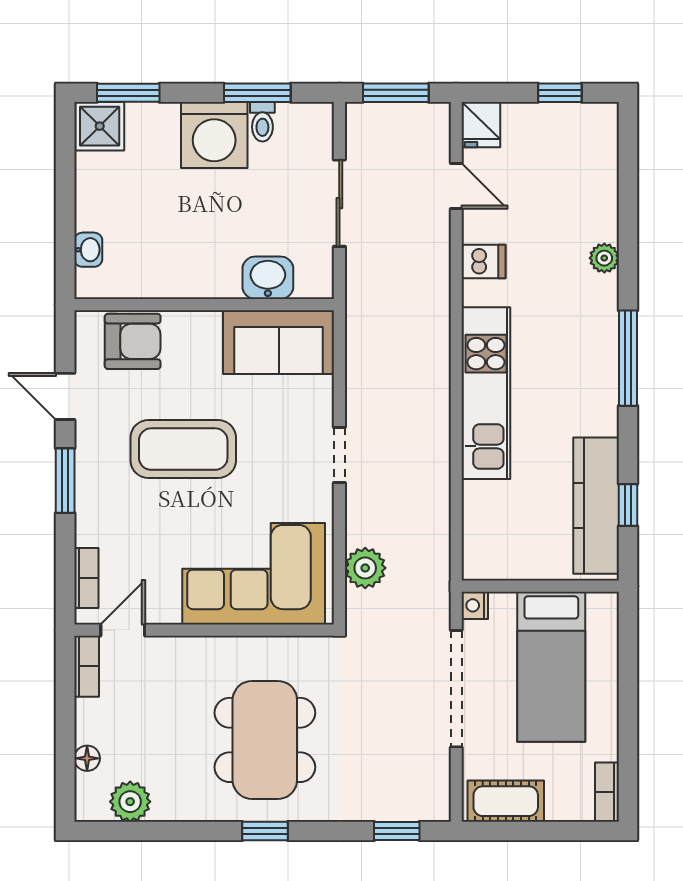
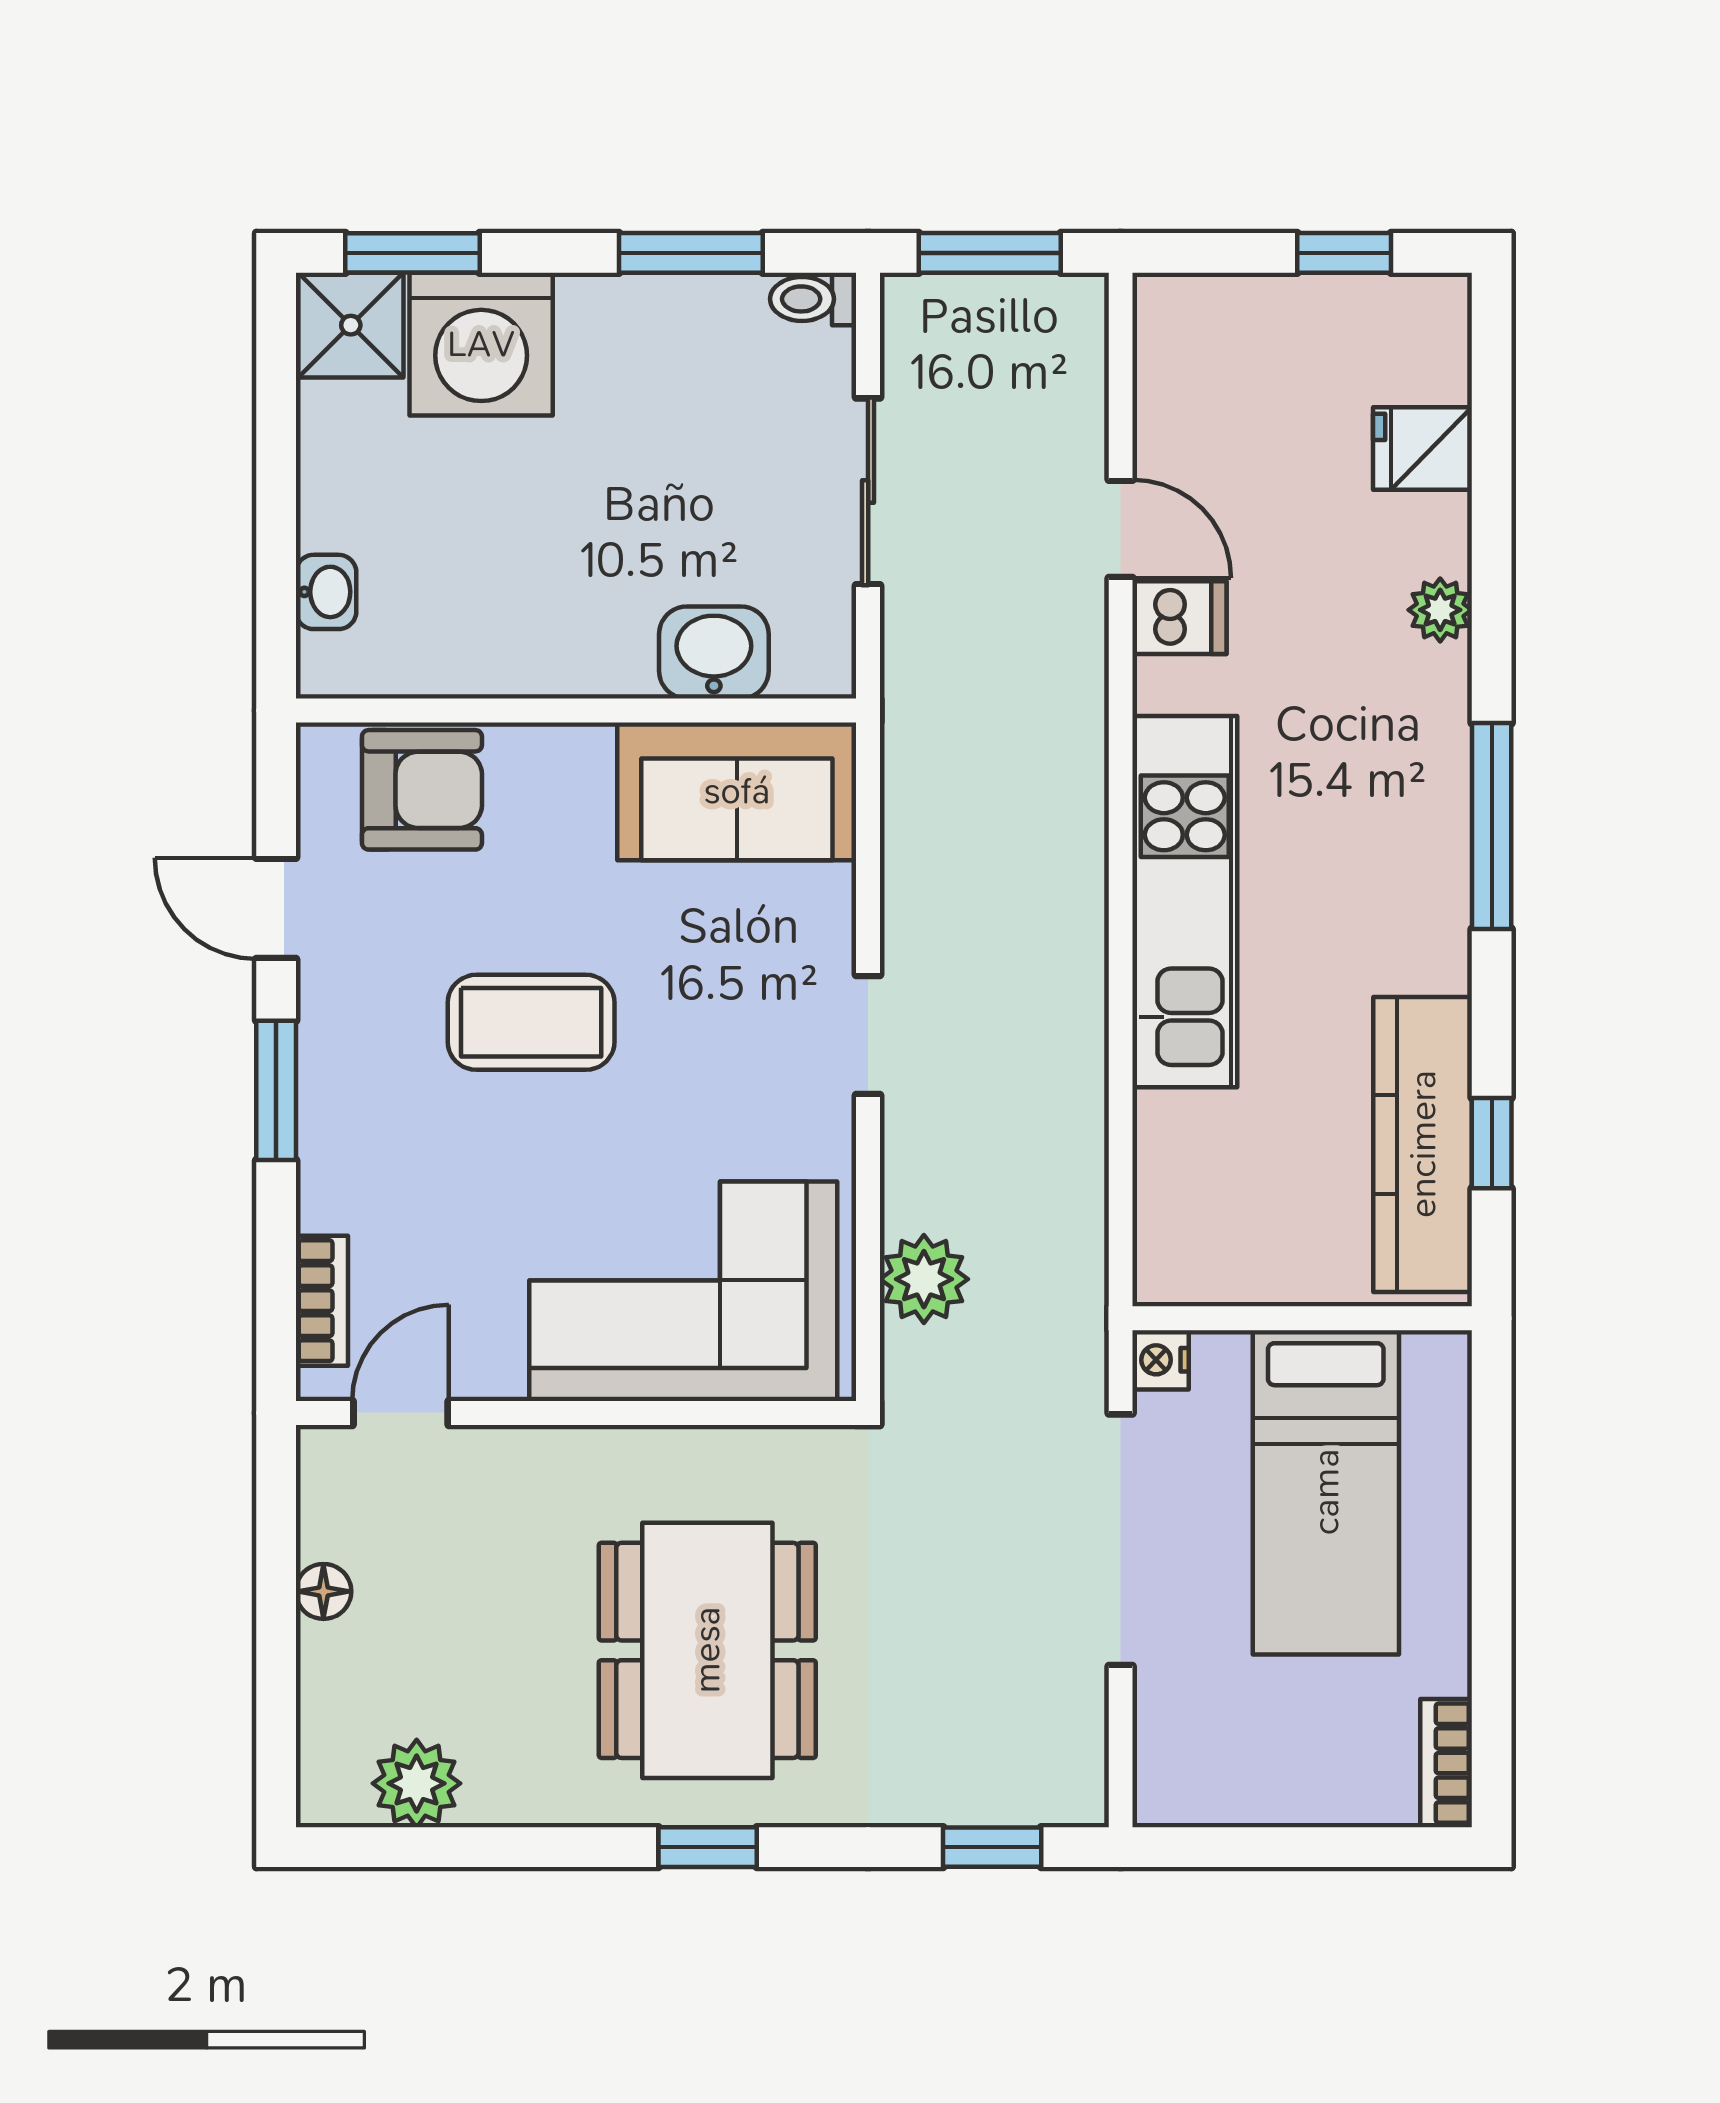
toilet: (262, 122) -> (813, 299), moved, turned 90
fridge: (481, 125) -> (1423, 448), moved, turned 90
washing machine: (214, 135) -> (481, 344), moved
door: (456, 186) -> (1121, 529), moved
coffee table: (183, 449) -> (531, 1022), width x0.73, depth x0.76
bookcase: (87, 666) -> (322, 1491), removed
floor lamp: (87, 758) -> (323, 1591), moved
cot: (506, 801) -> (1227, 1782), removed

